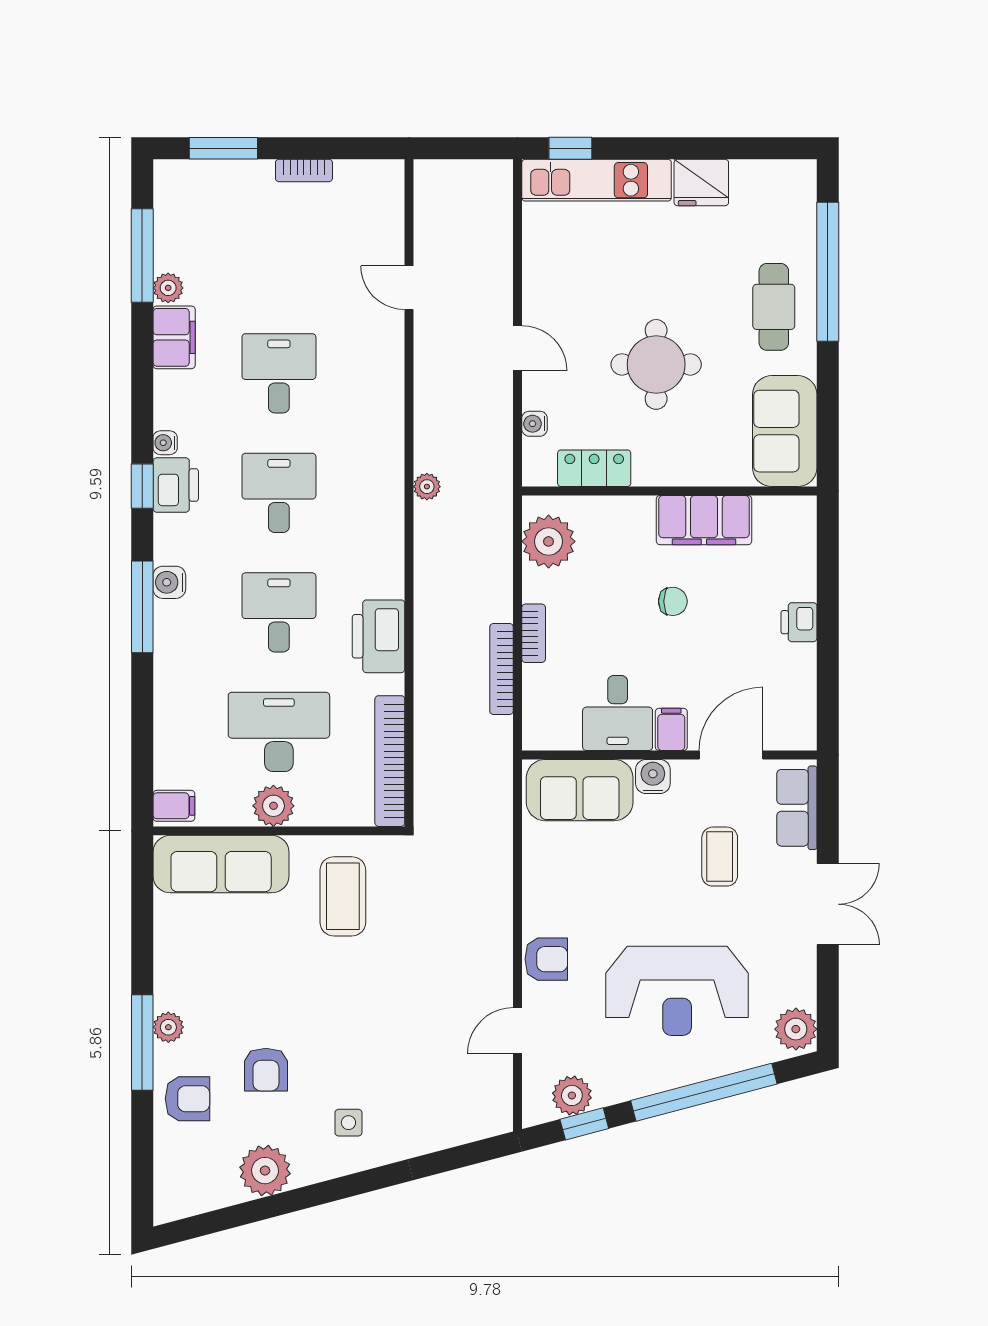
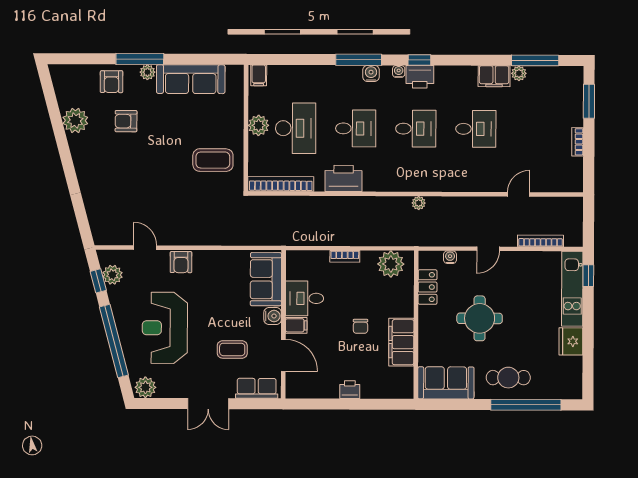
water cooler: (165, 443) -> (399, 71), moved
bookcase: (502, 669) -> (541, 241), moved
sofa: (221, 864) -> (191, 79), moved, turned -90
side table: (348, 1123) -> (99, 162), removed

